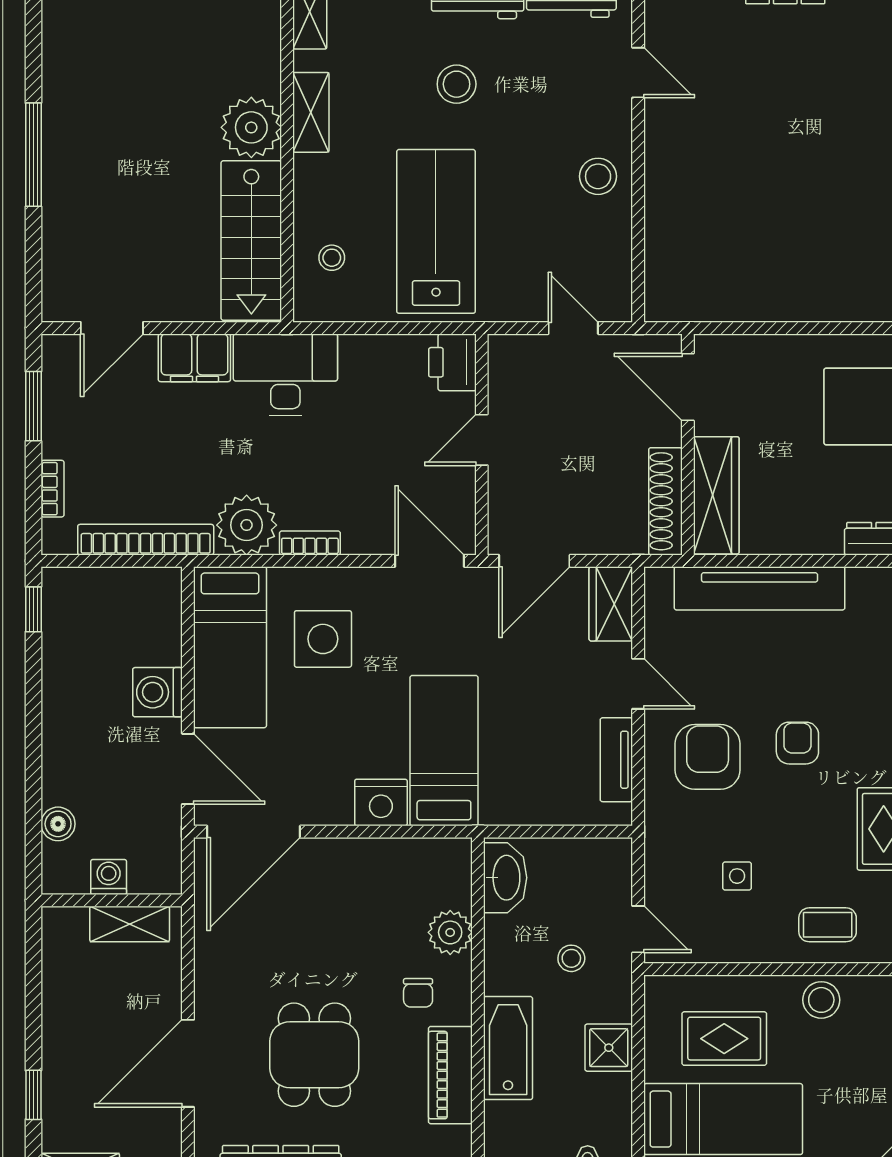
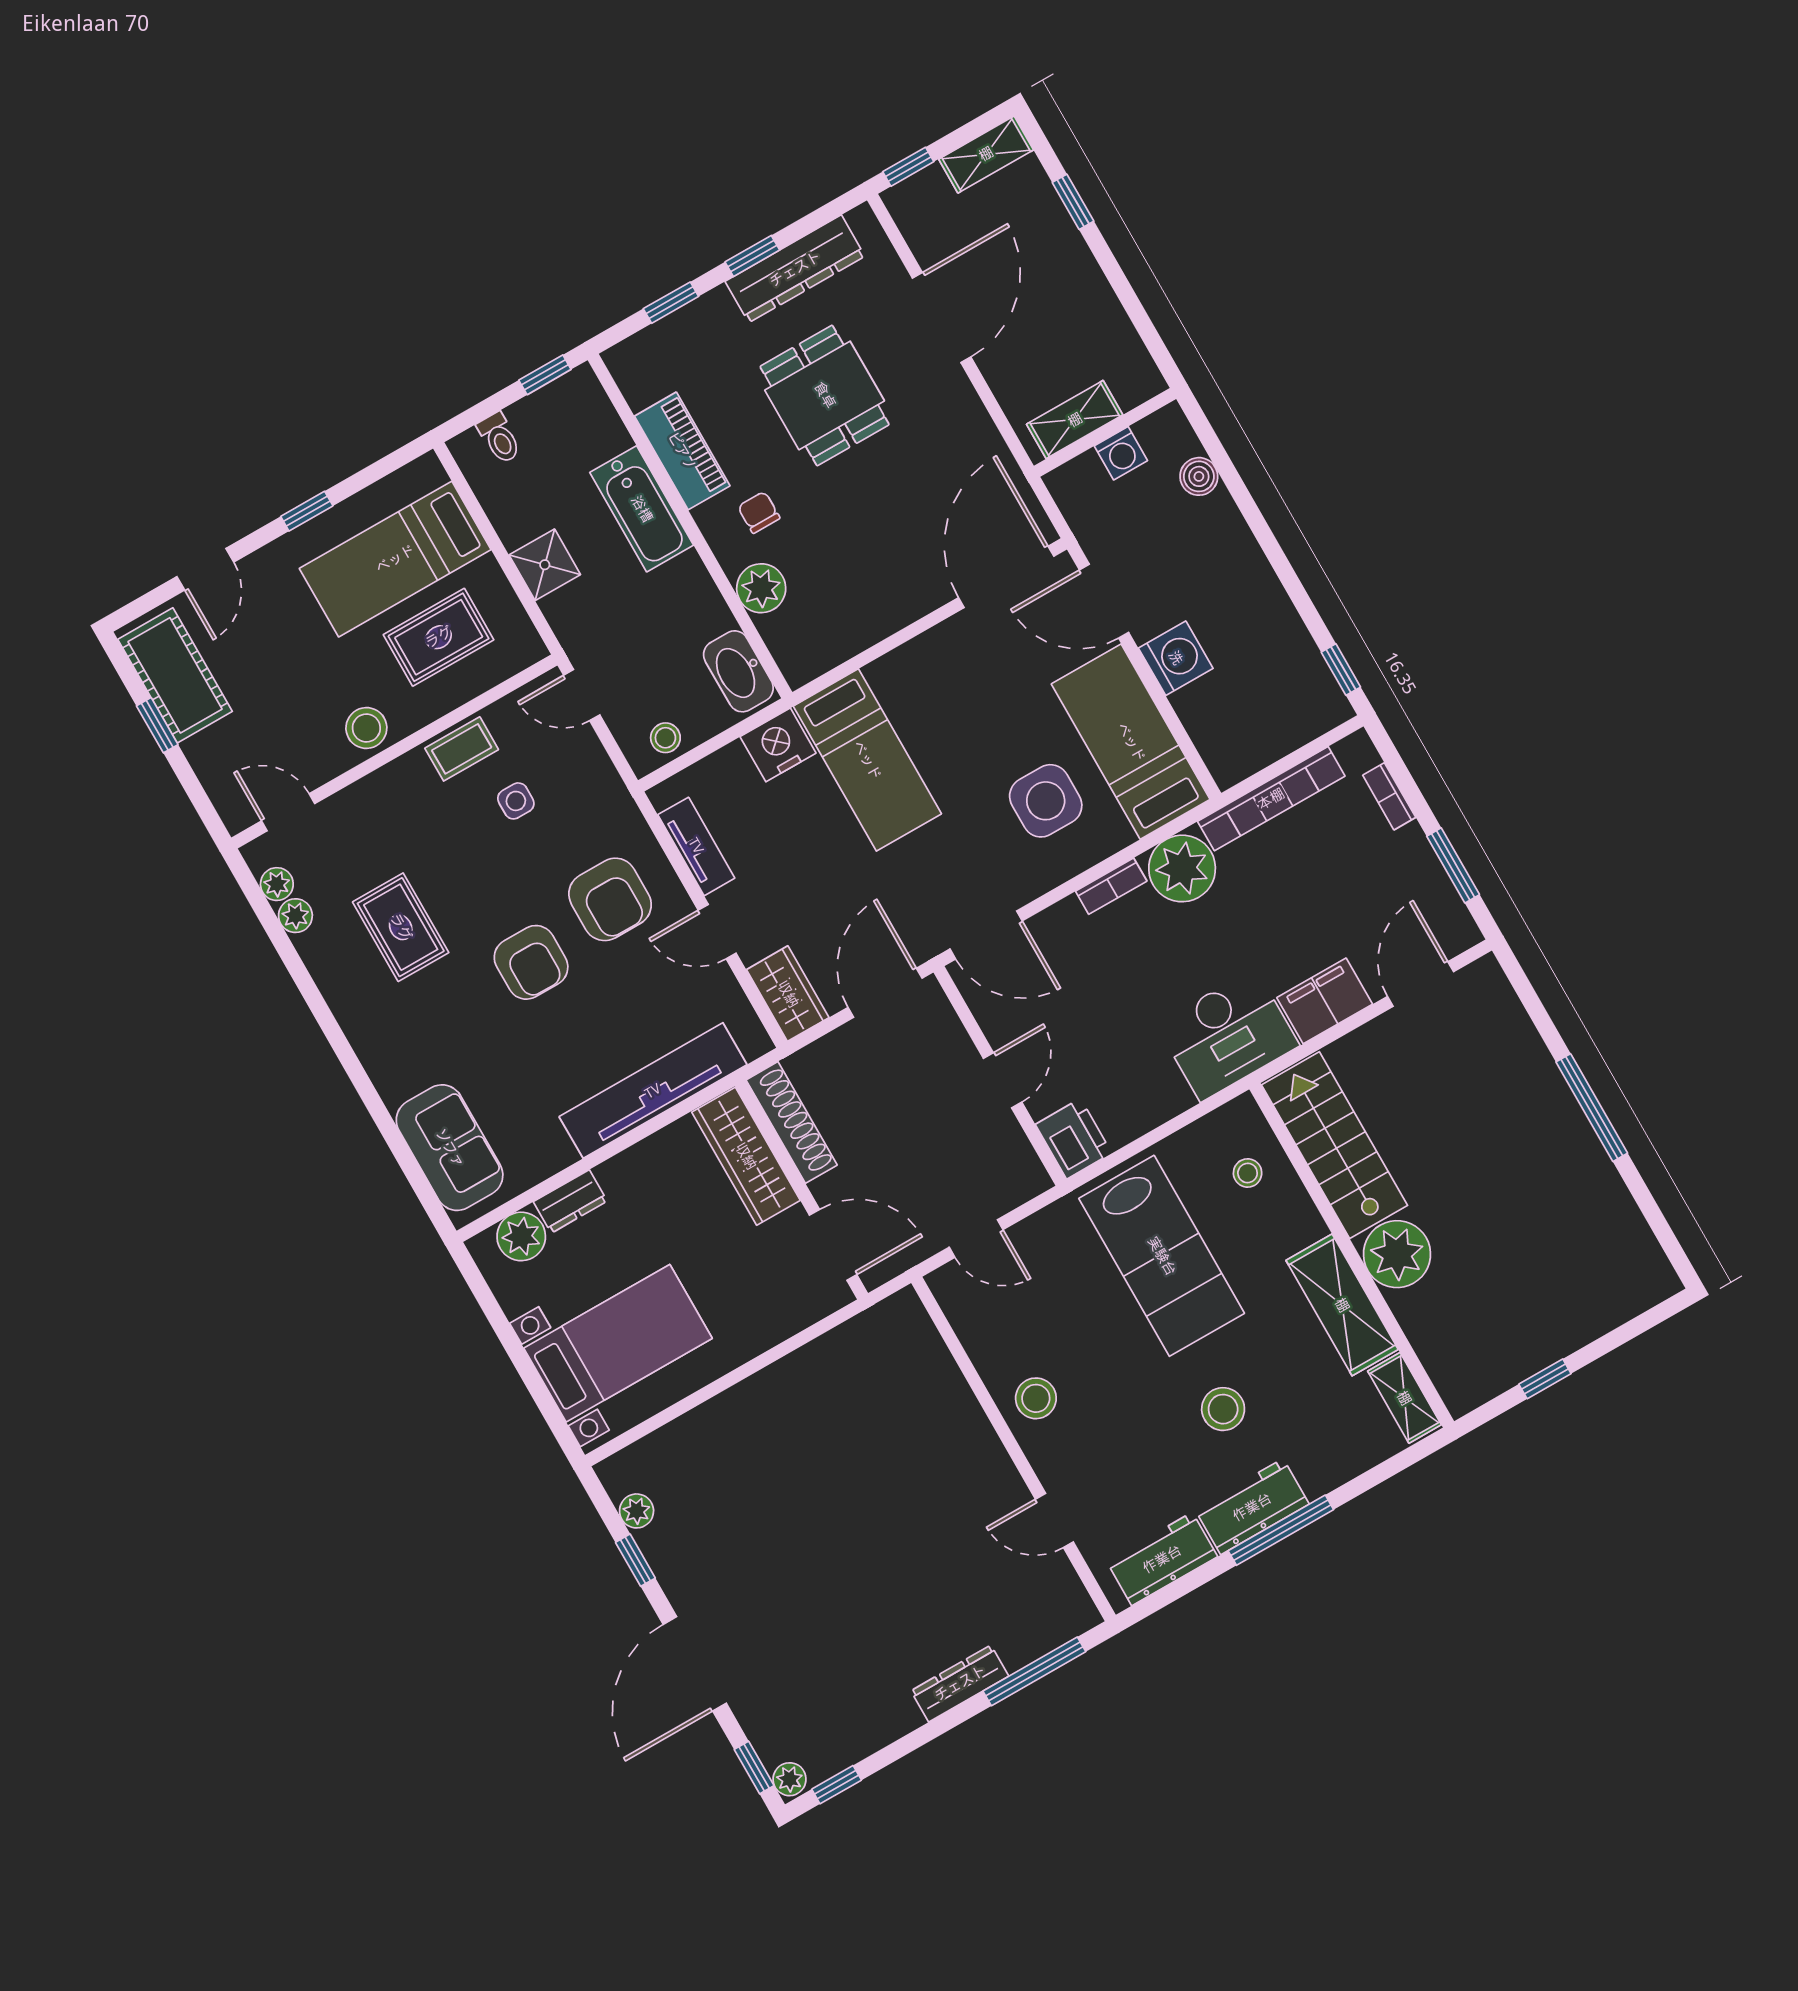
shelving: (311, 112) -> (1342, 1305), width x1.50, depth x1.33
armchair: (797, 743) -> (531, 962), width x1.38, depth x1.38
nightstand: (381, 802) -> (778, 745), moved
coffee table: (828, 925) -> (462, 749), moved
stool: (571, 958) -> (665, 738), moved

